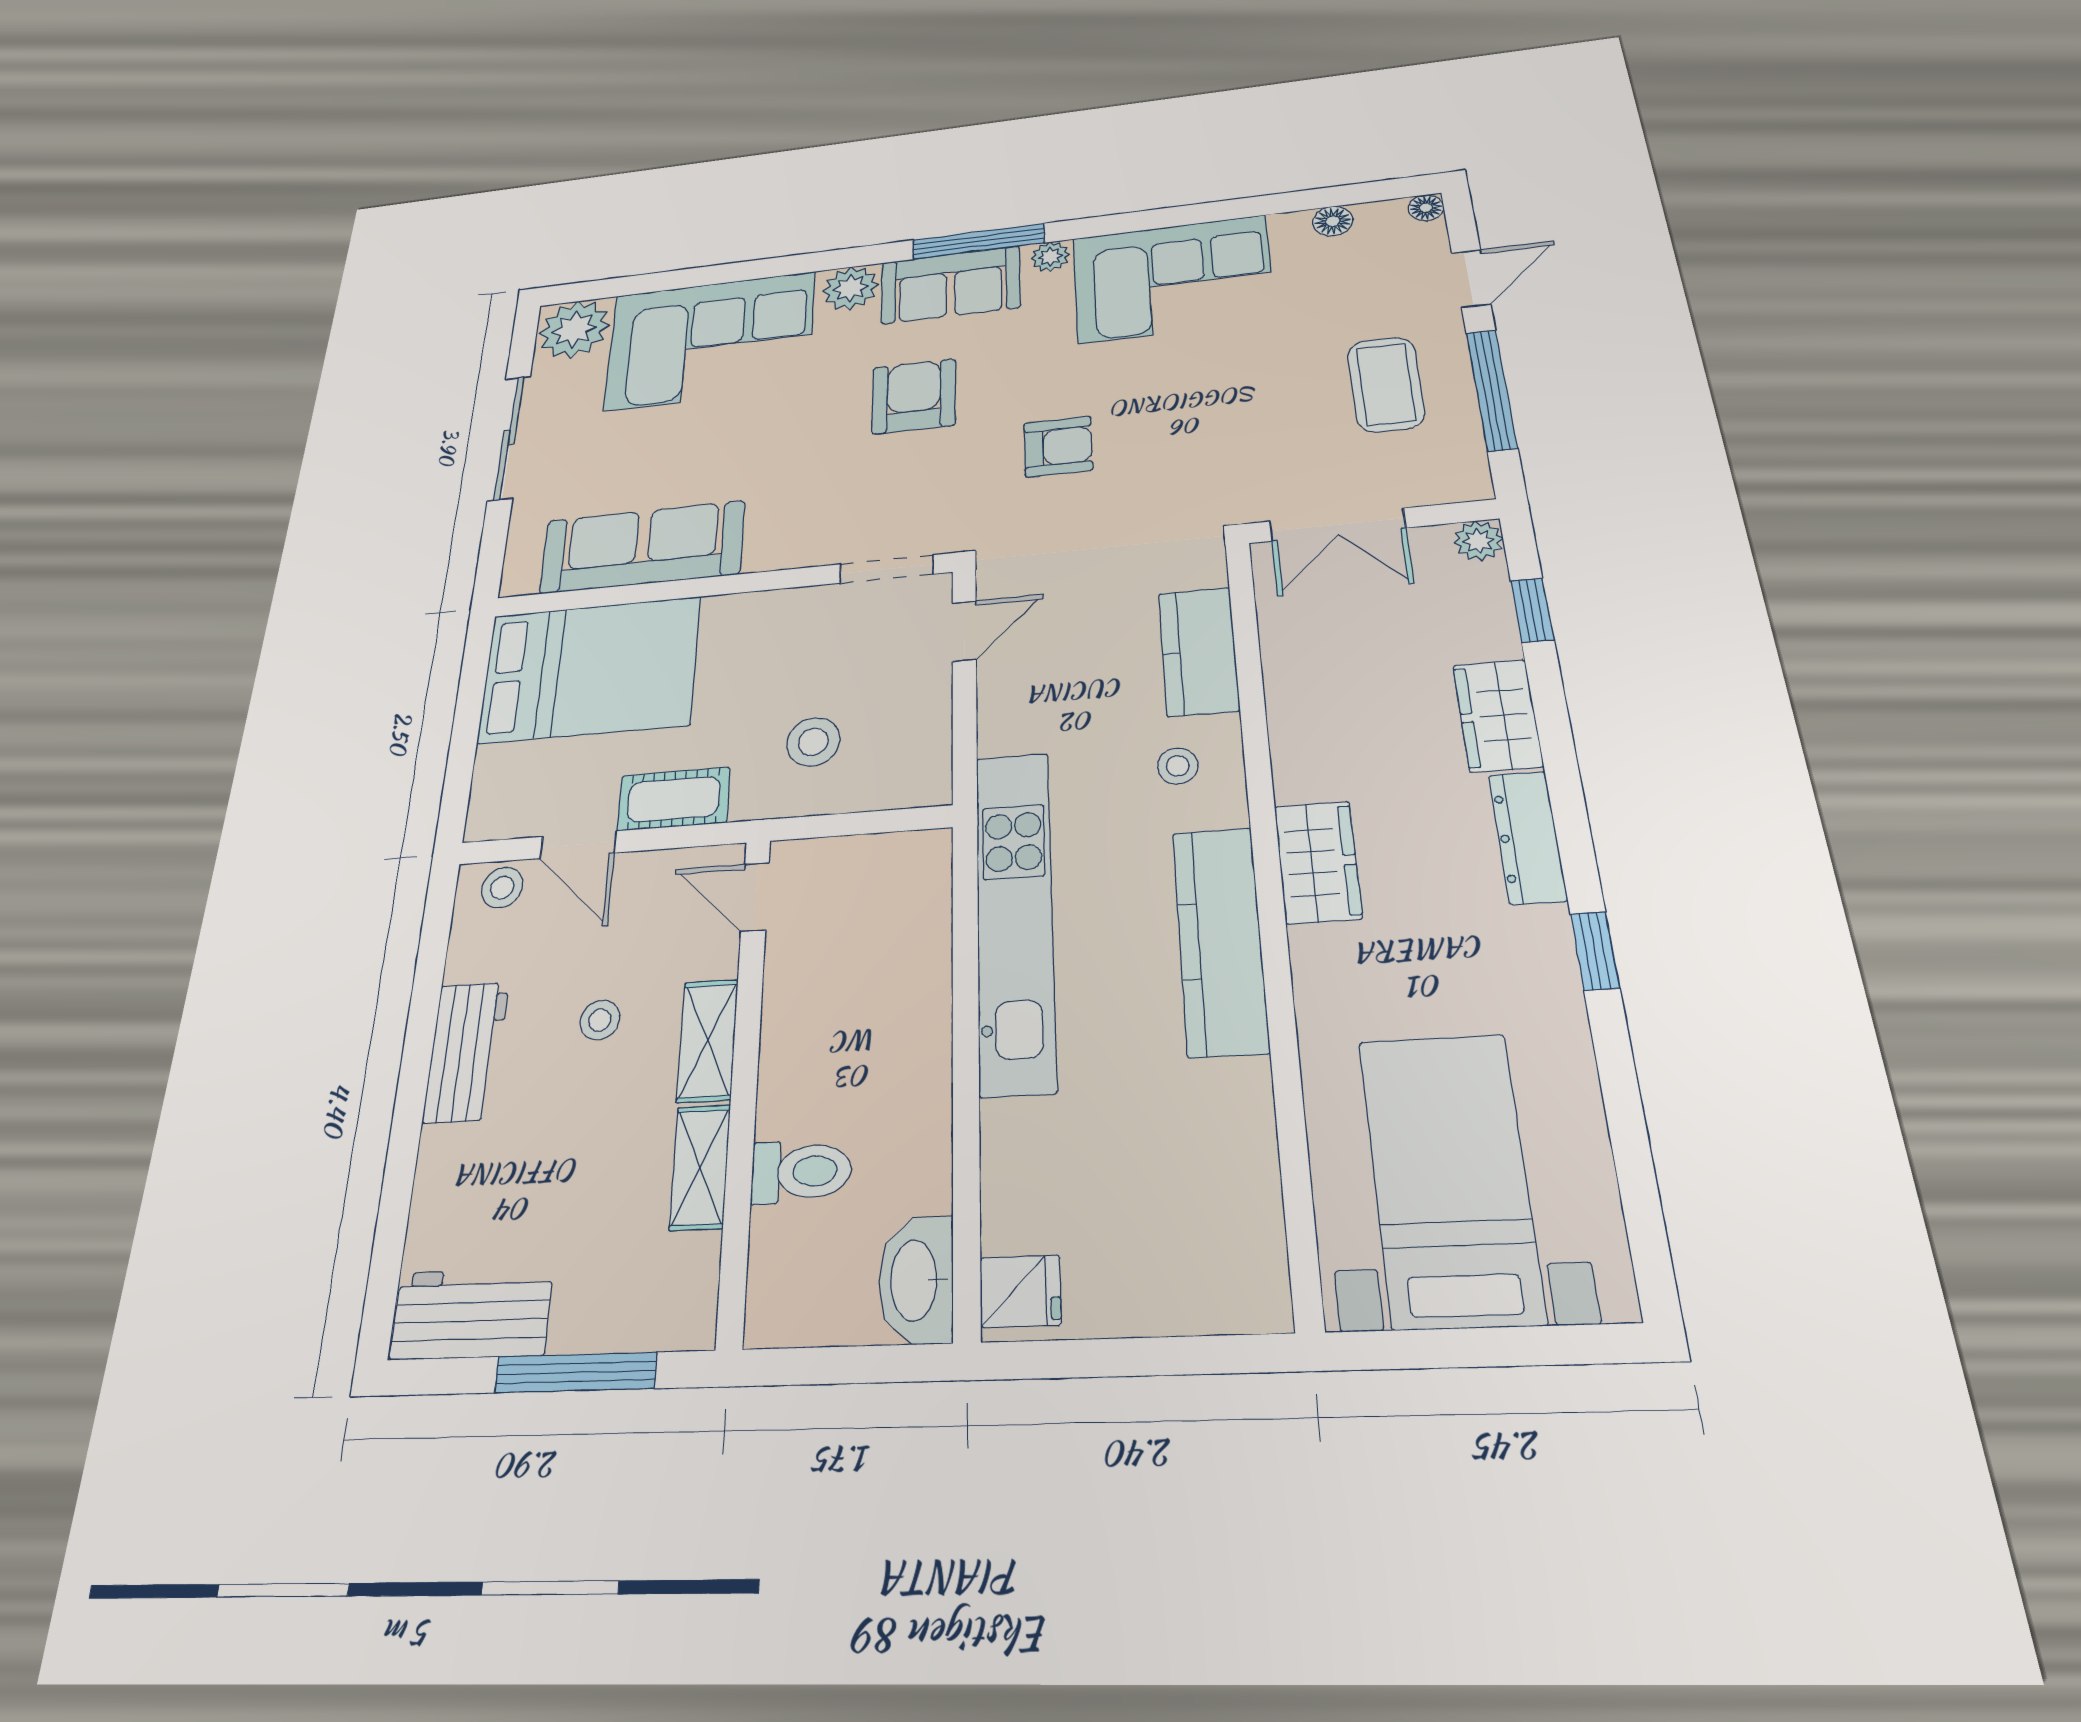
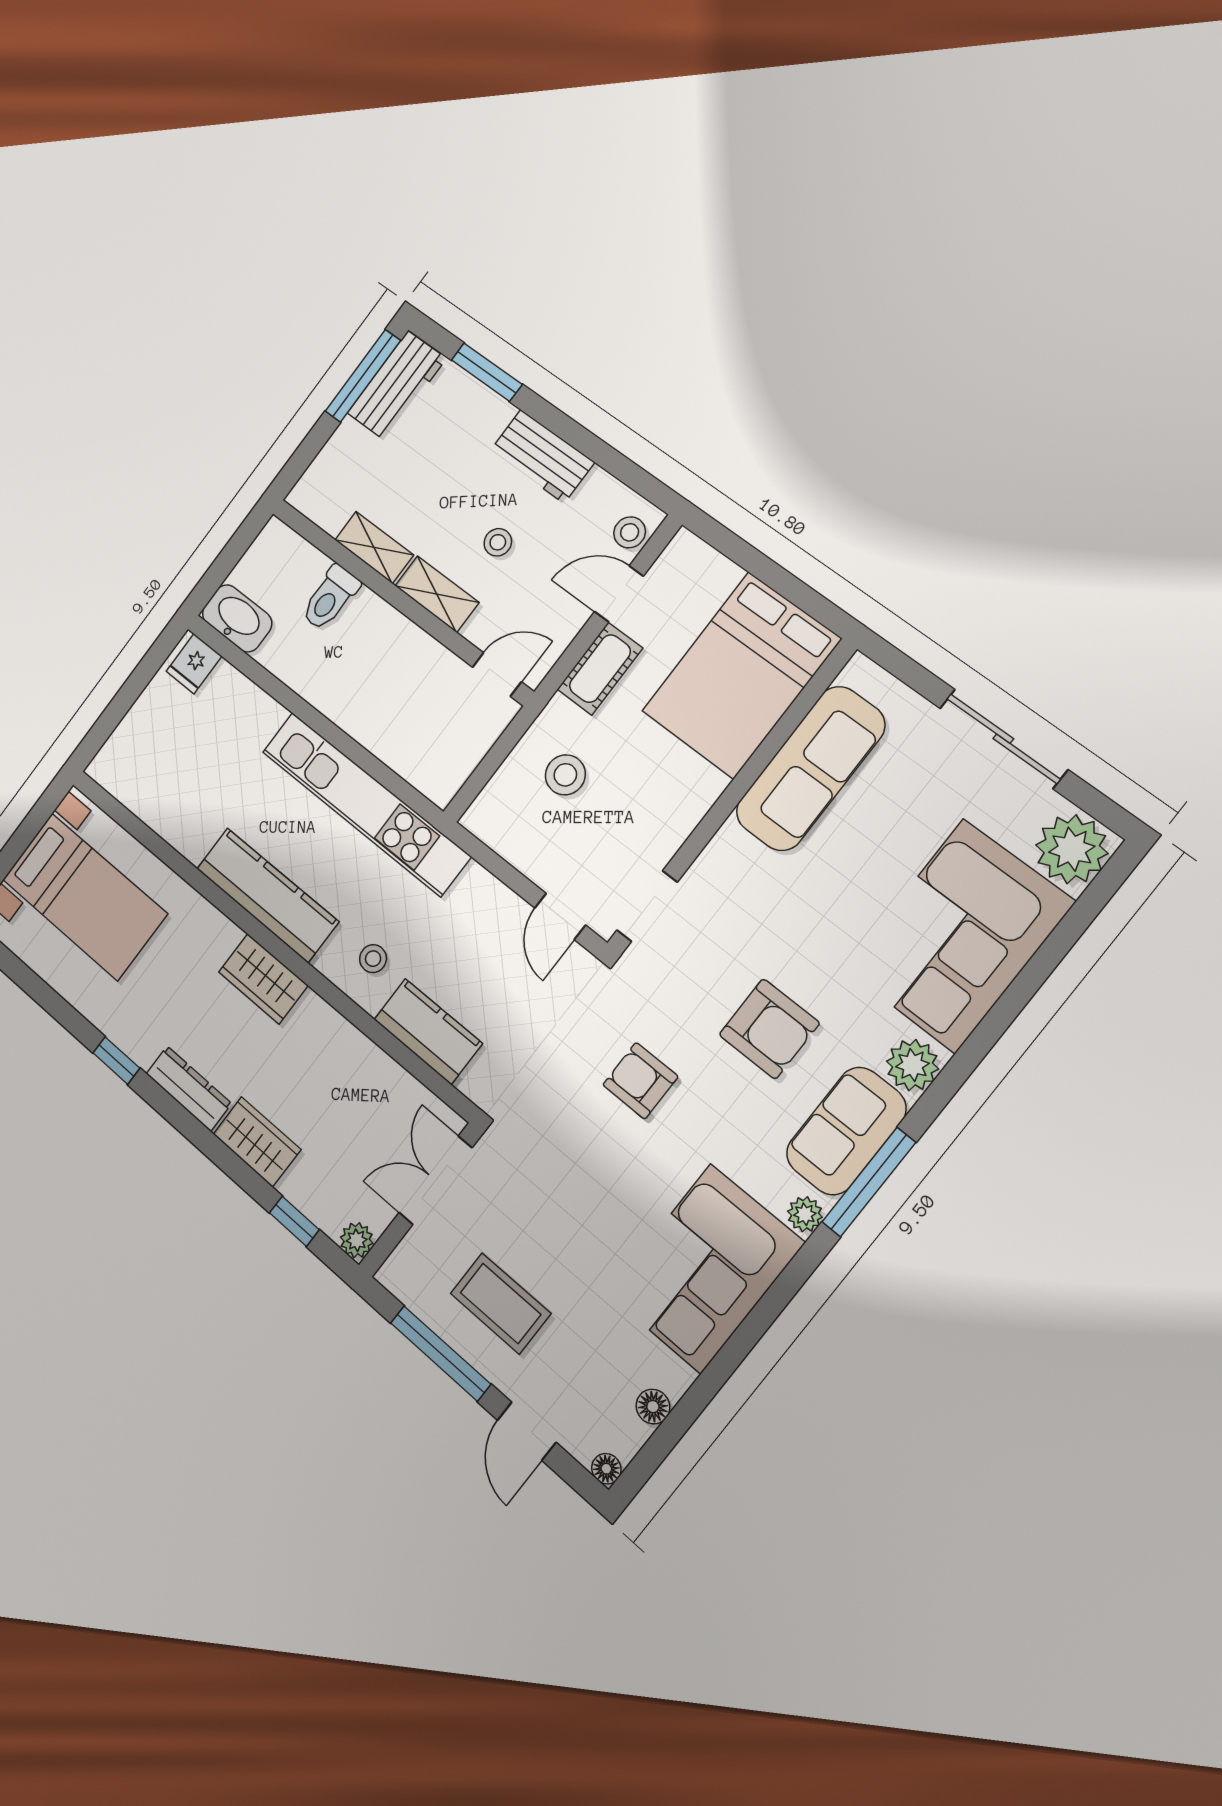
armchair: (1058, 447) -> (640, 1081), turned 90
window: (395, 1205) -> (487, 372), added
window: (576, 1373) -> (363, 376), moved

